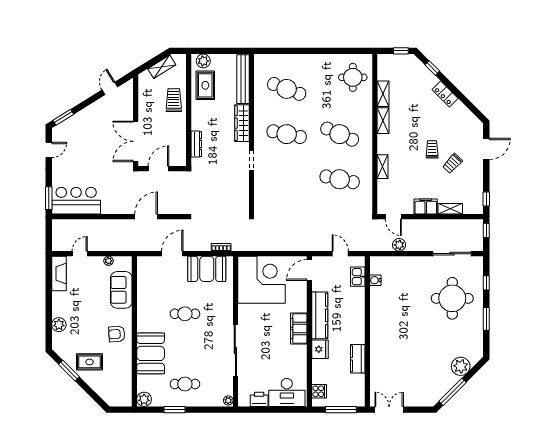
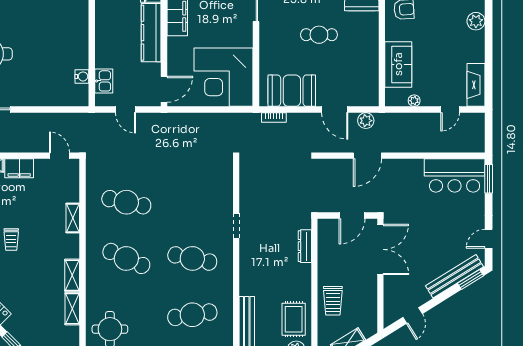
cafe table: (287, 89) -> (192, 315), turned -30
bench: (76, 120) -> (454, 276), added
wardrobe: (242, 123) -> (248, 272), removed
plant: (399, 245) -> (366, 121), moved
door: (172, 254) -> (335, 110), hinge flipped

